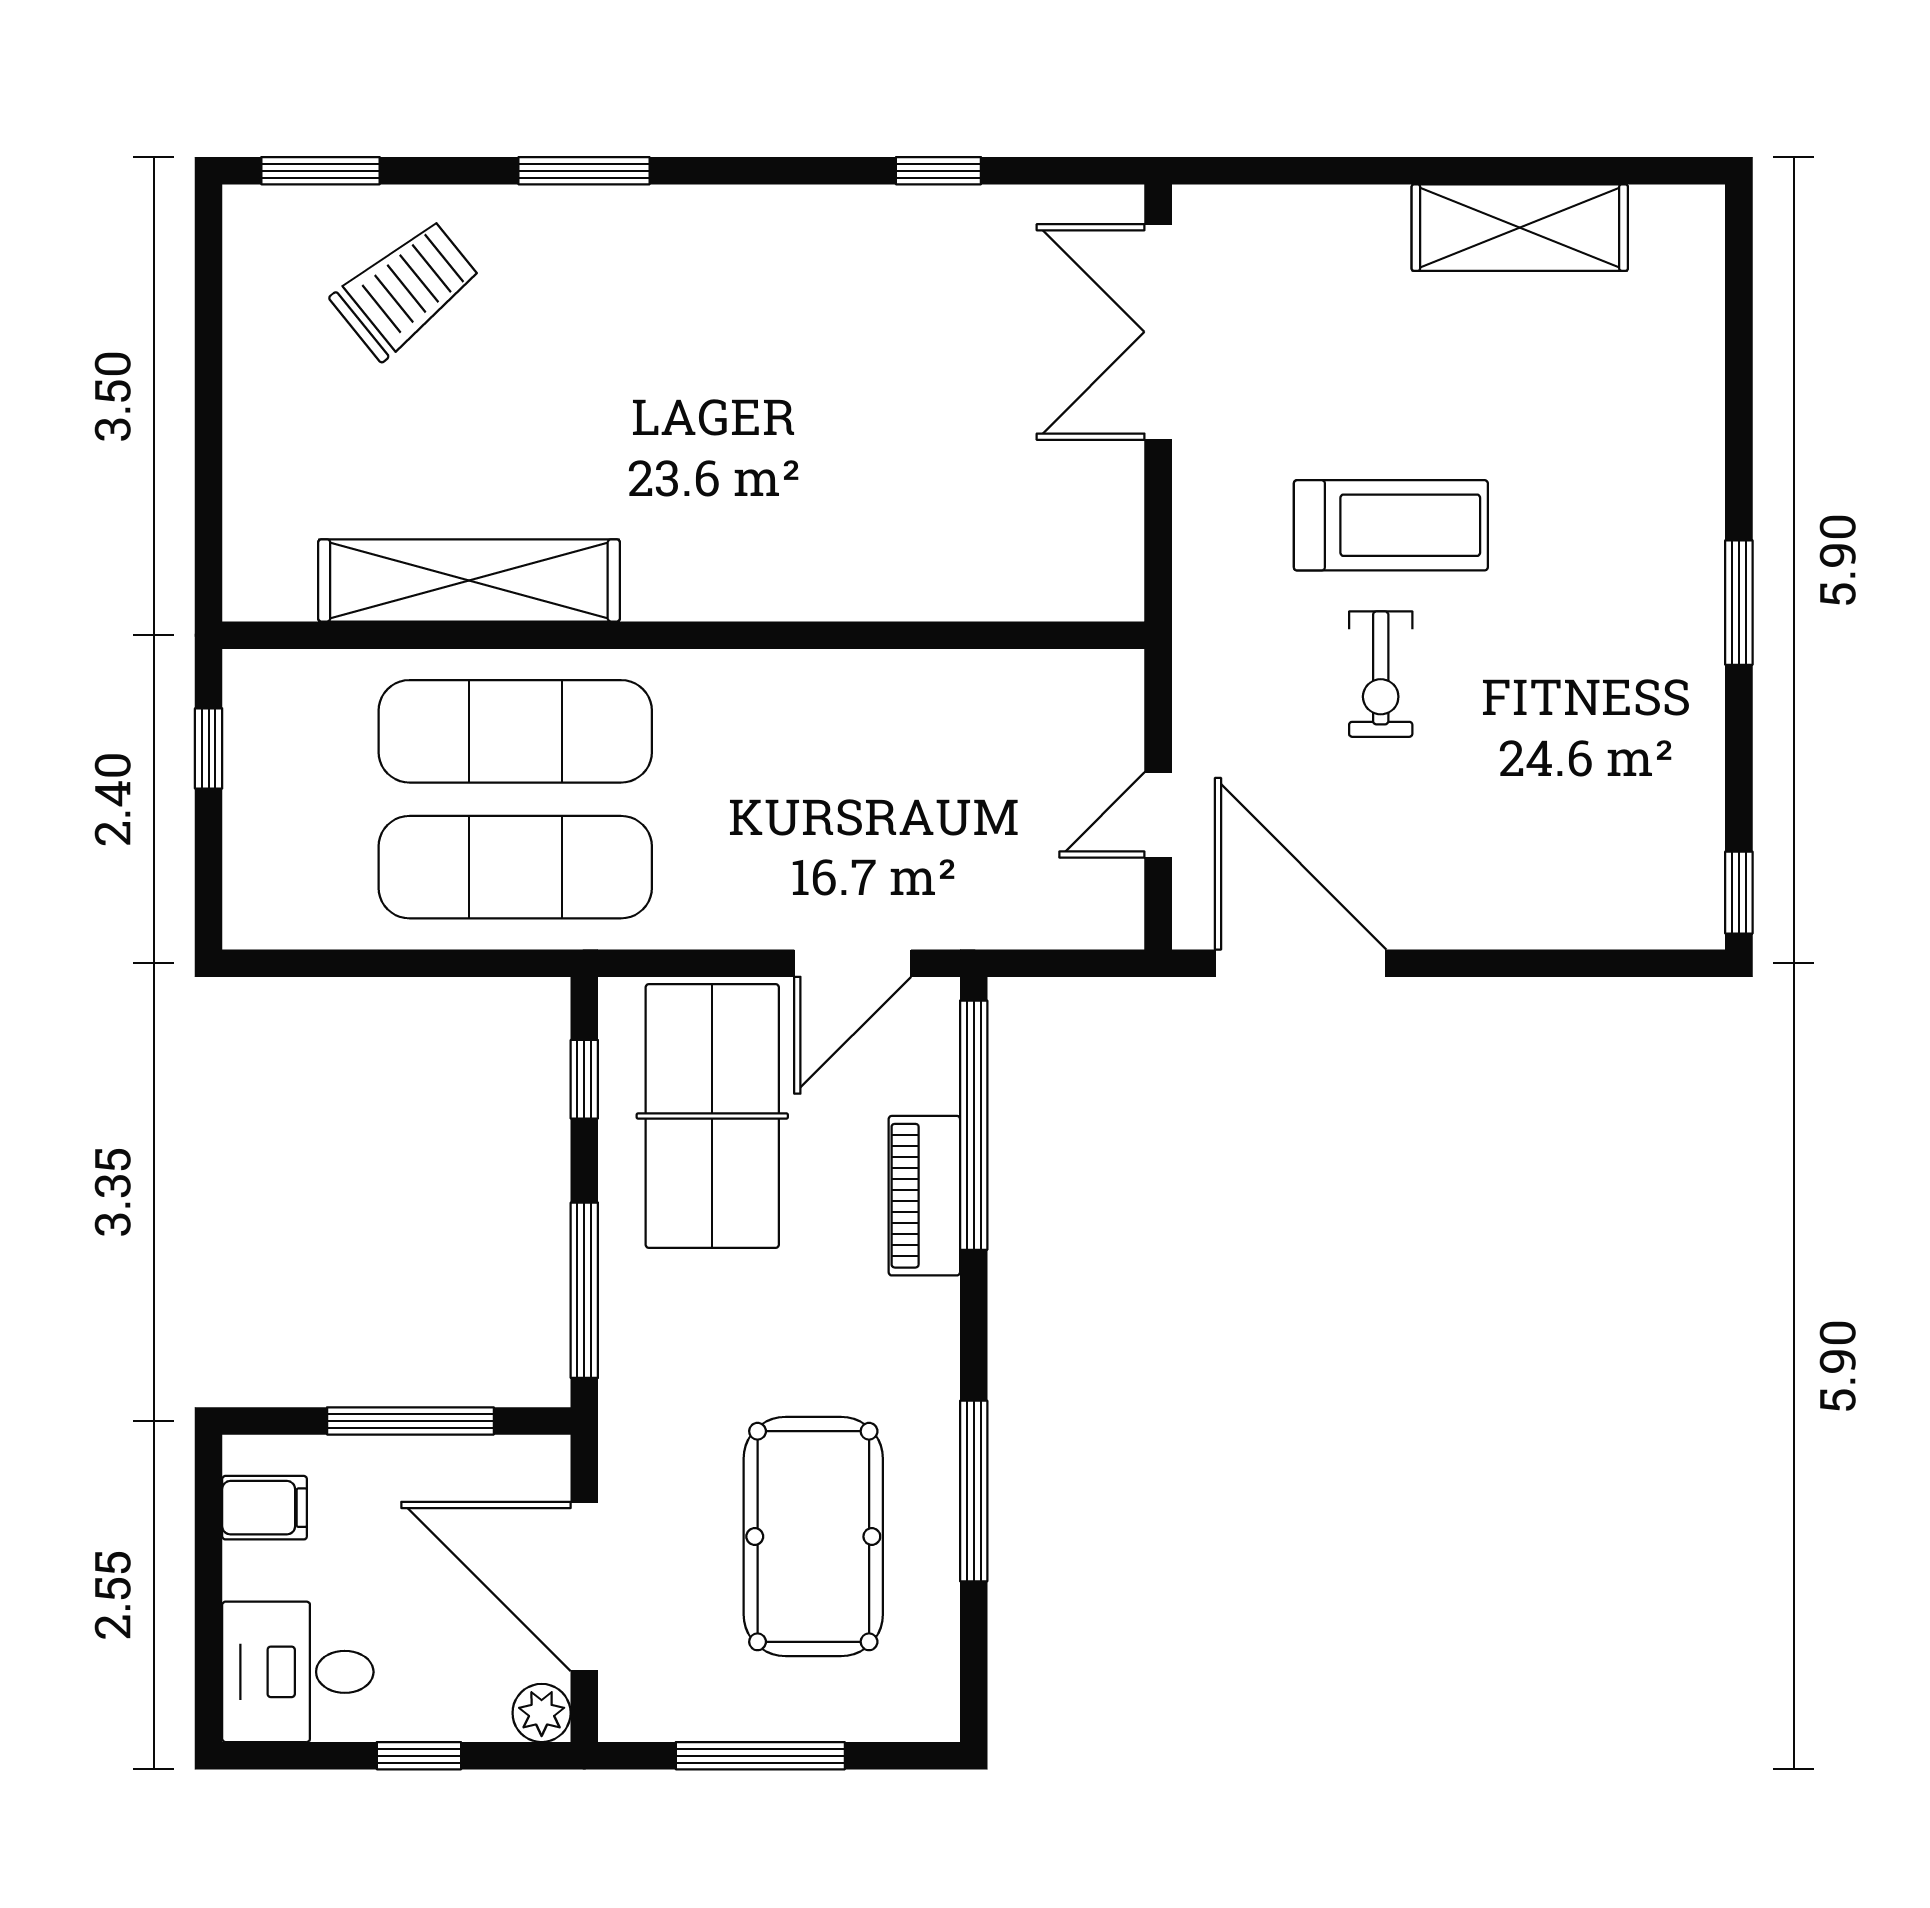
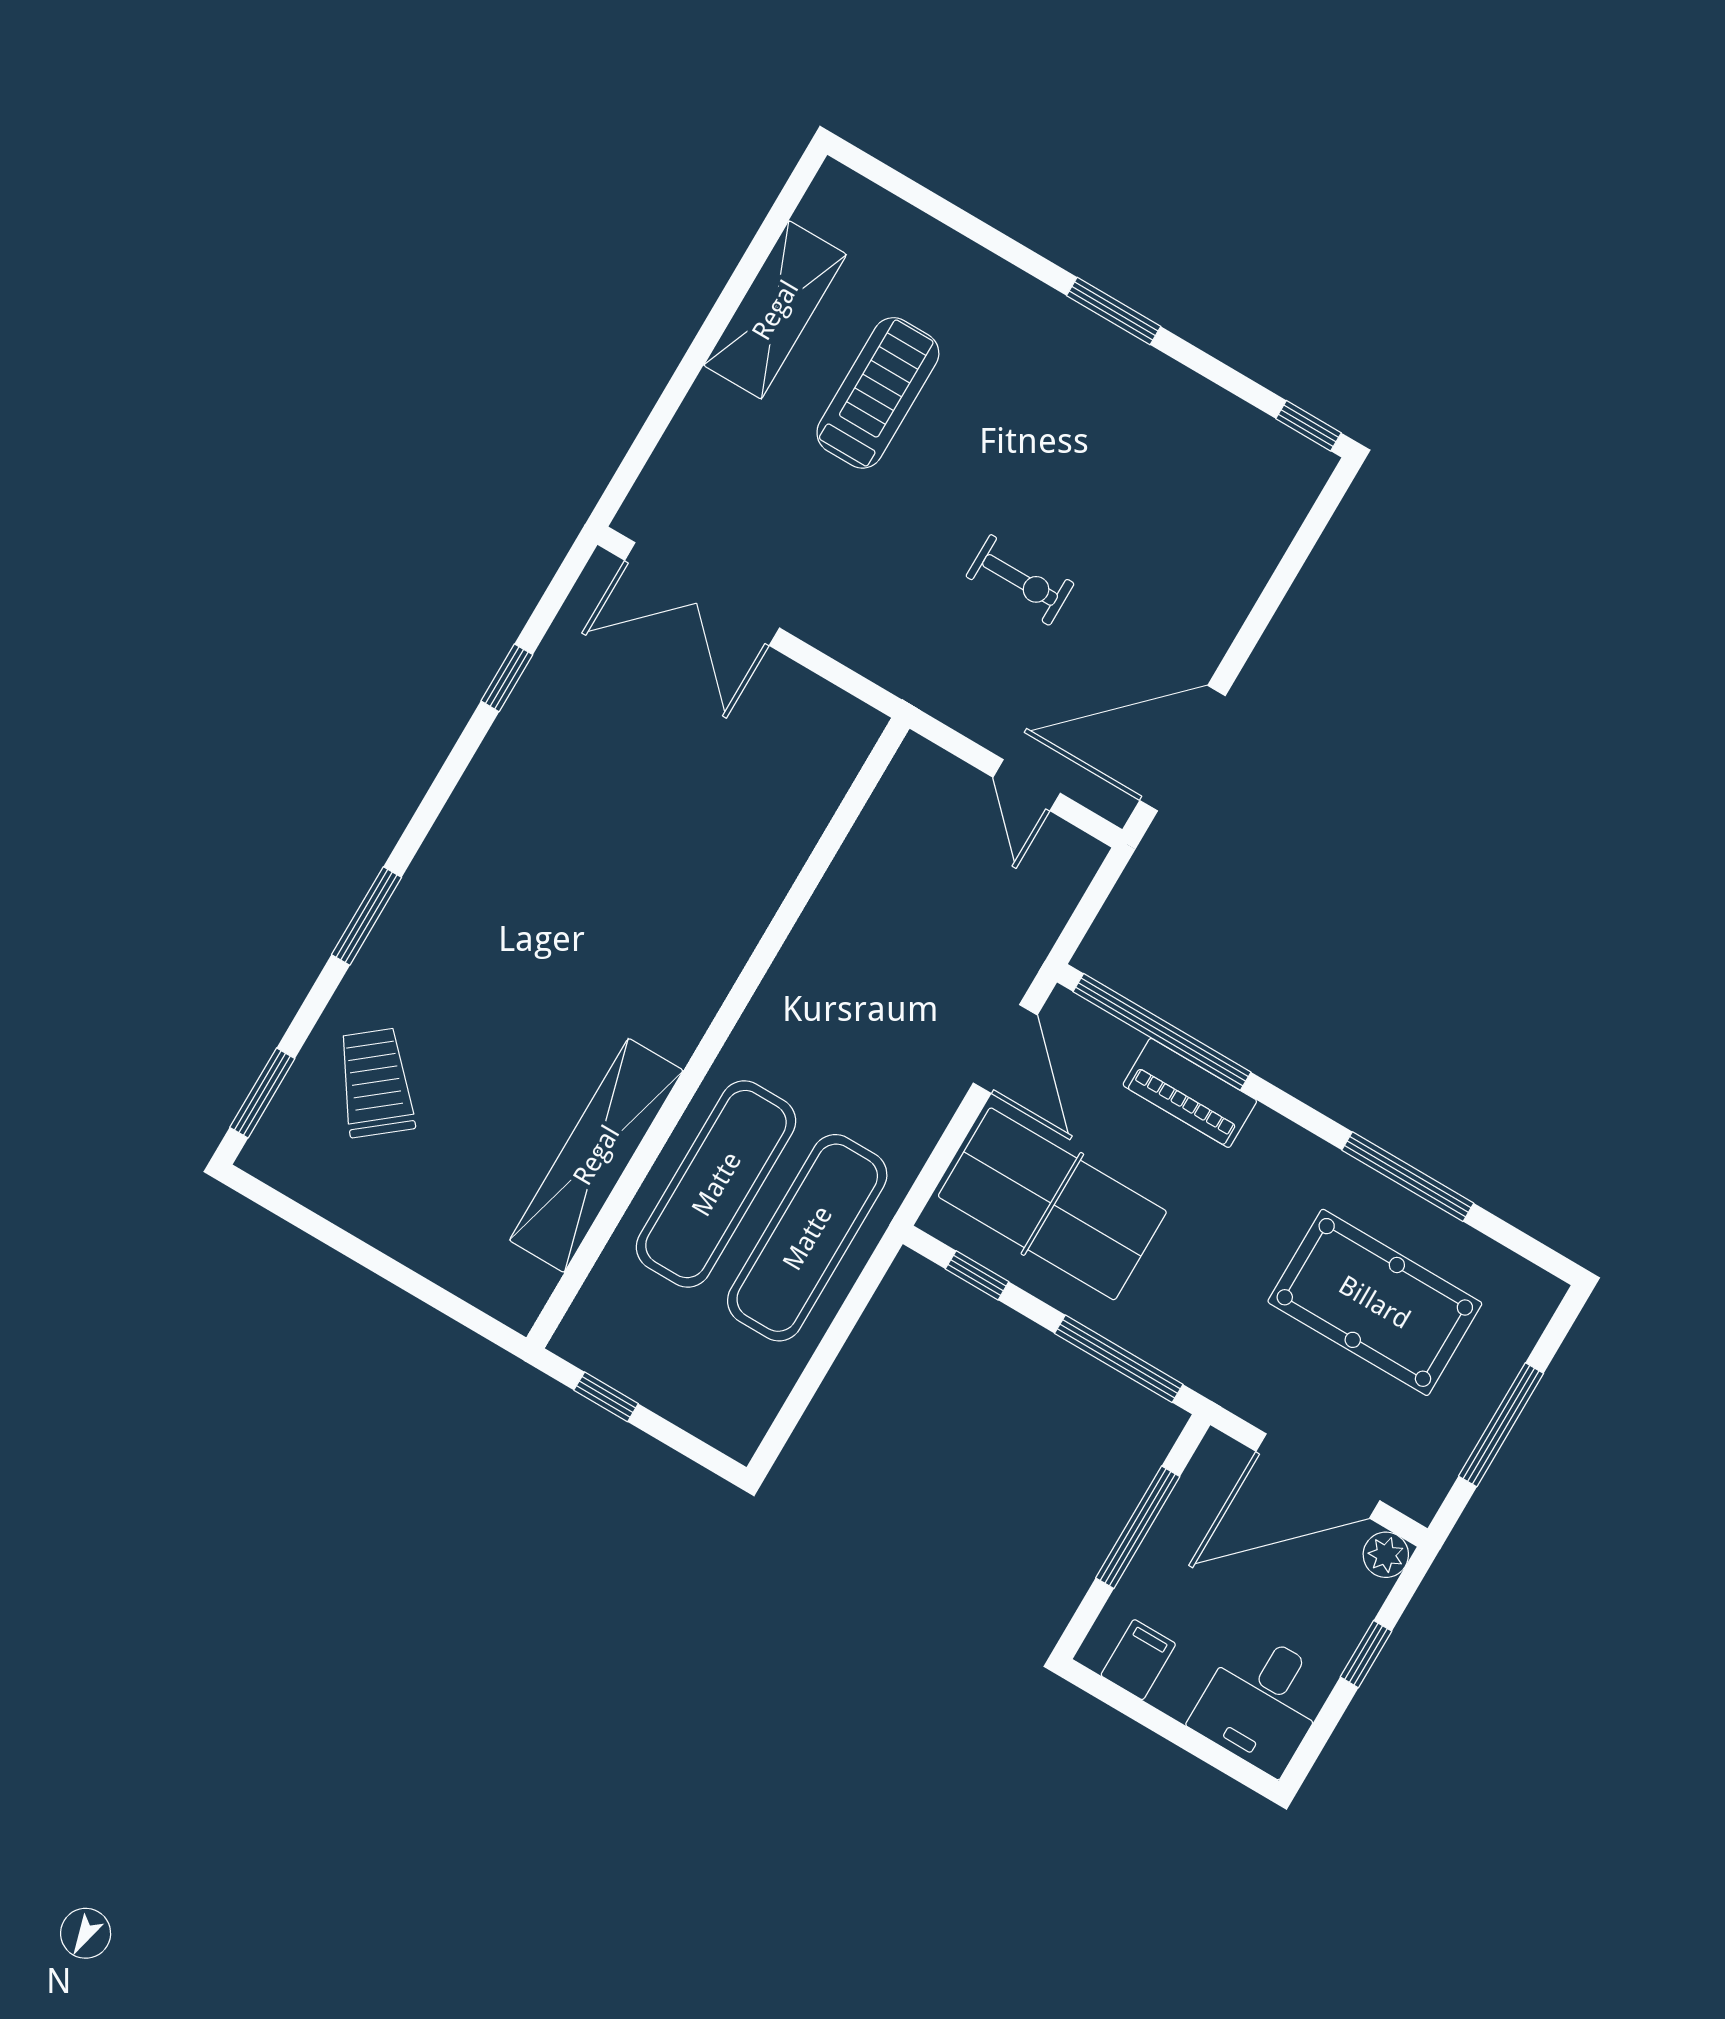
treadmill: (1391, 525) -> (878, 393), moved

